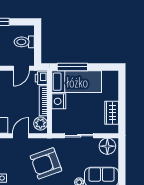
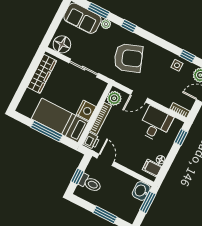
window: (38, 42) -> (77, 177), added
window: (72, 67) -> (47, 131), moved
door: (21, 68) -> (106, 160), hinge flipped
wardrobe: (112, 113) -> (42, 74), width x1.50

